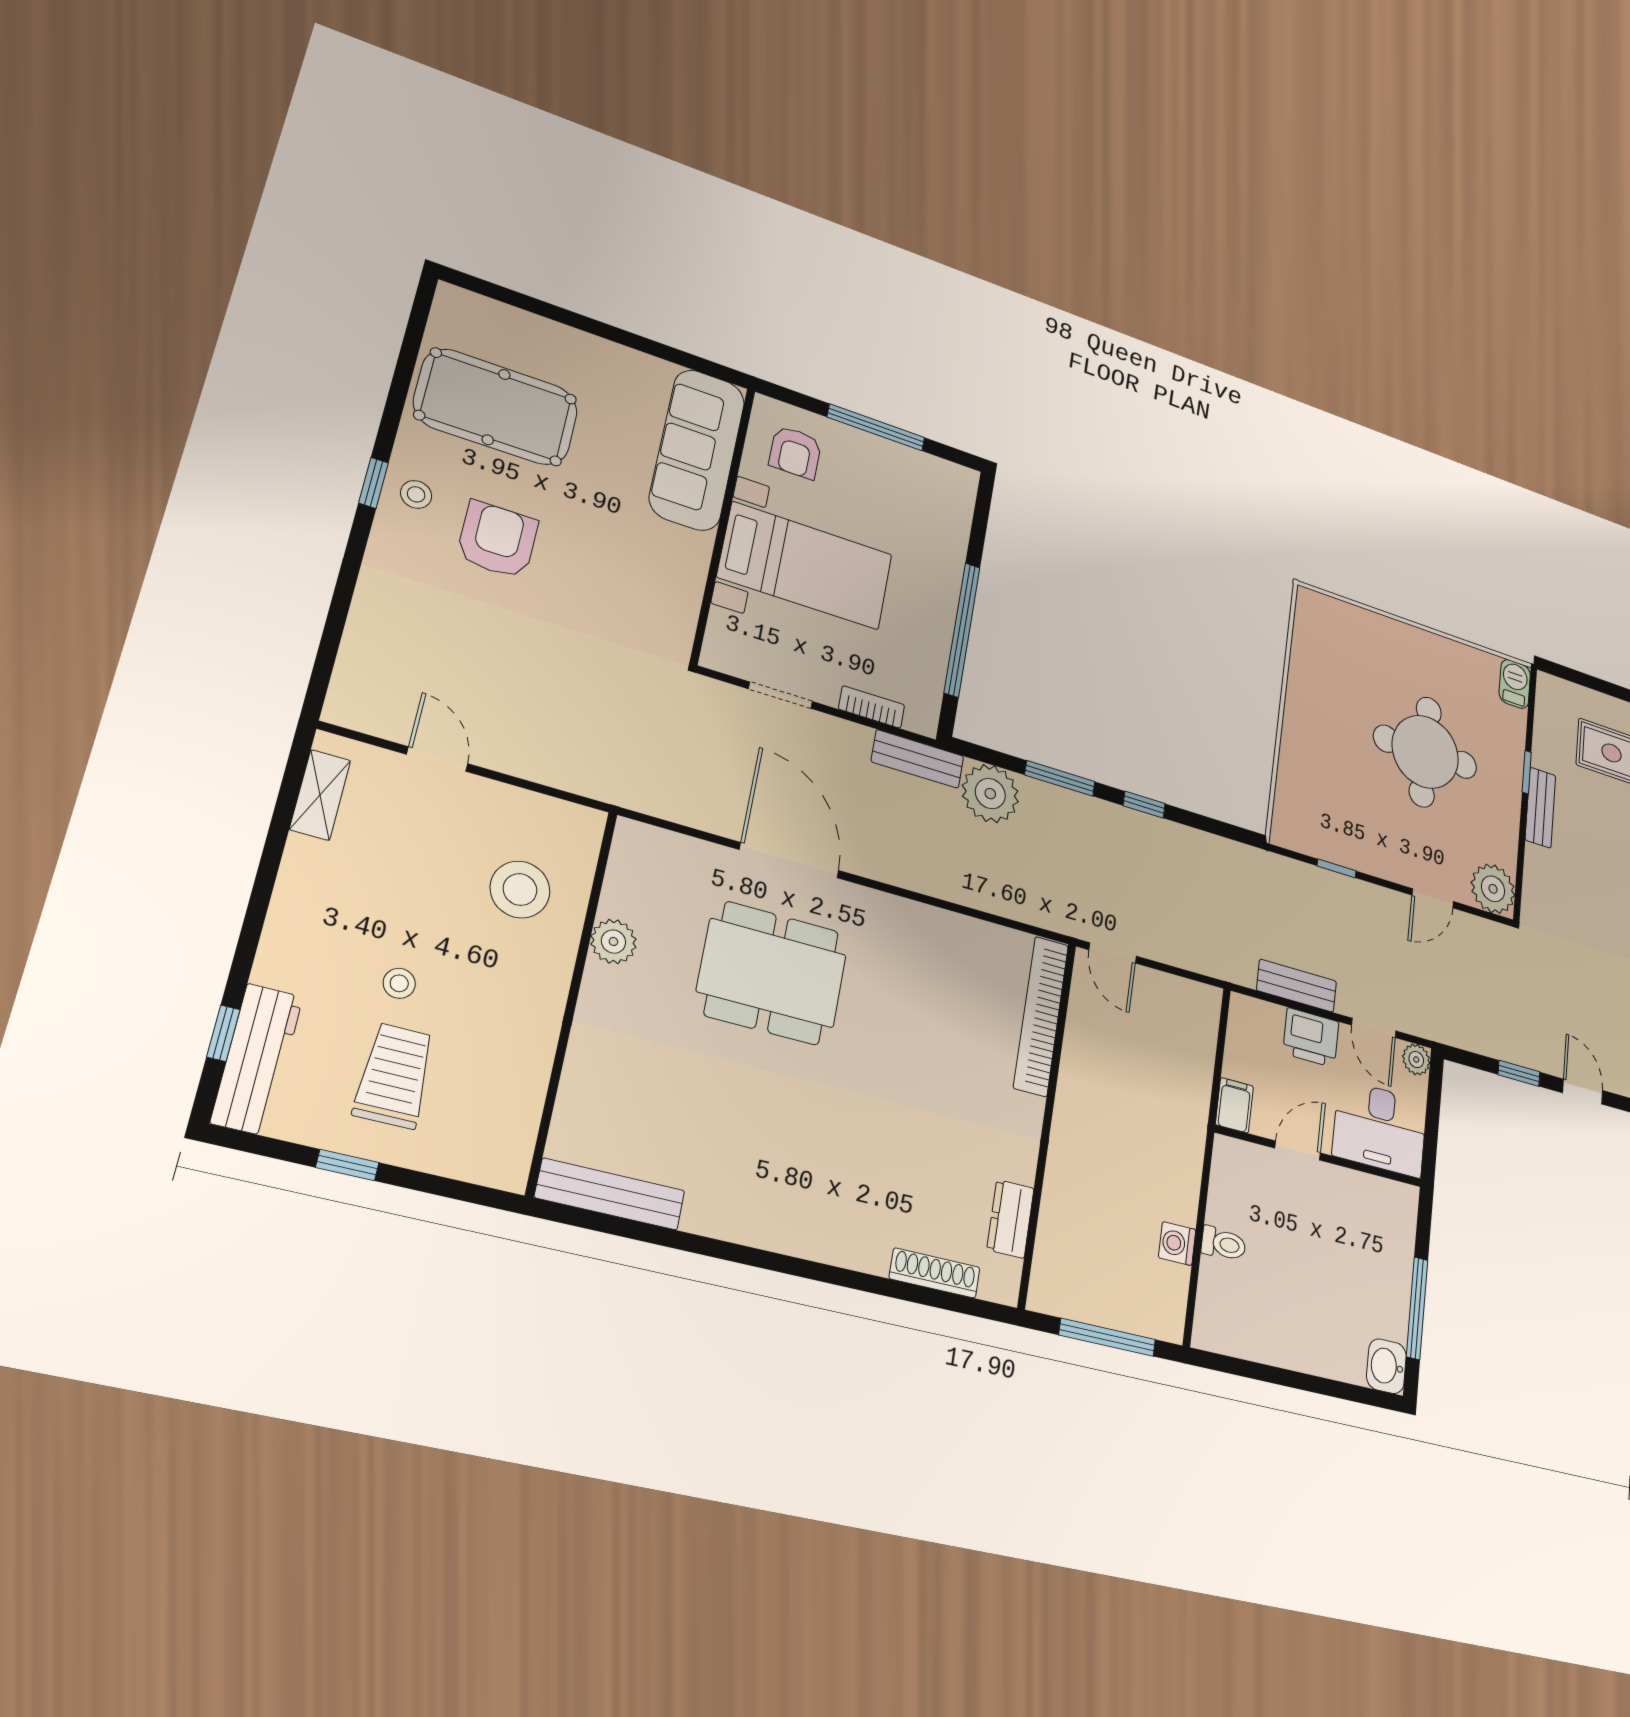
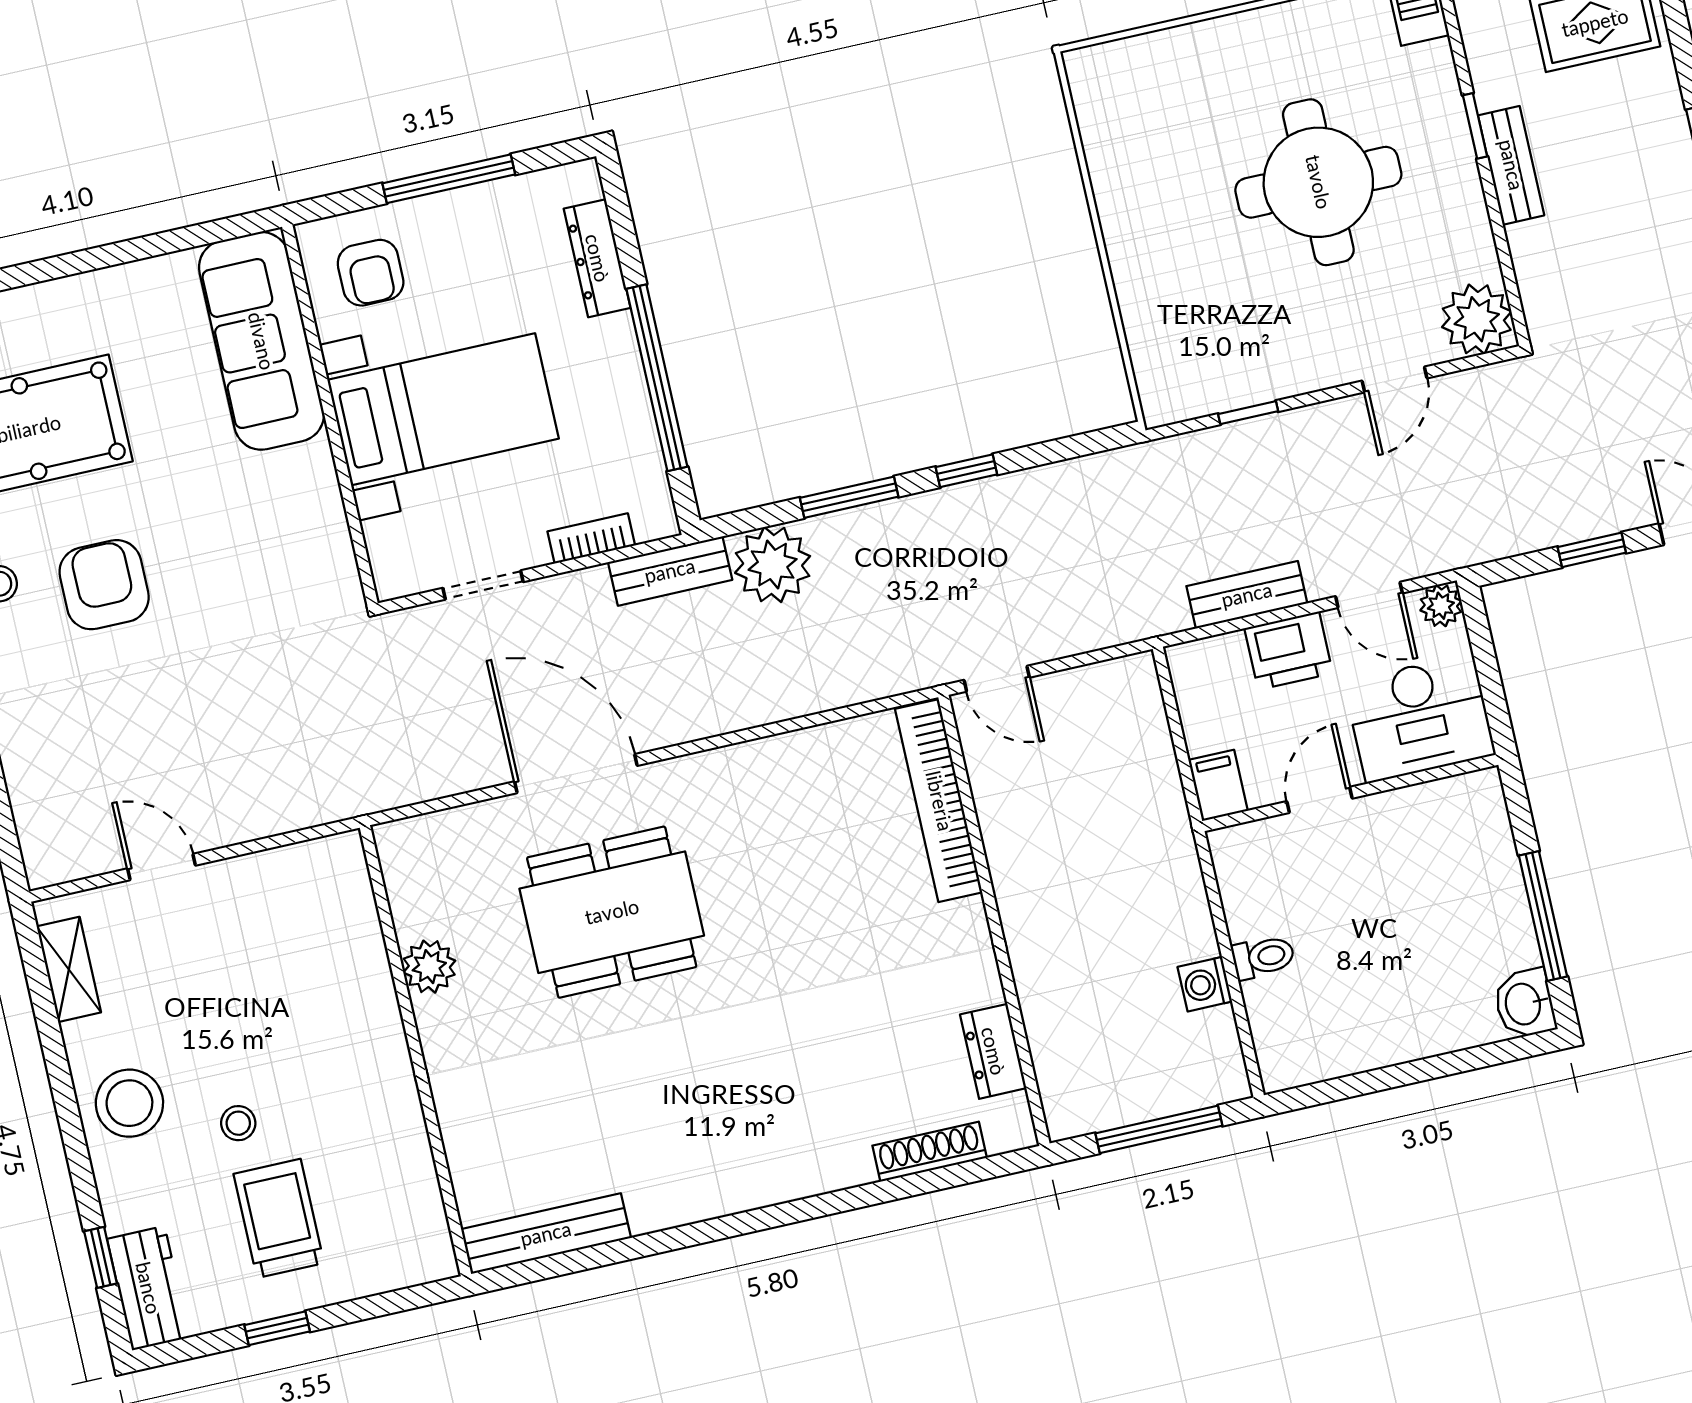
dresser: (954, 533) -> (597, 258), added
stool: (520, 890) -> (129, 1103), moved
workbench: (257, 1059) -> (148, 1288), width x0.73

